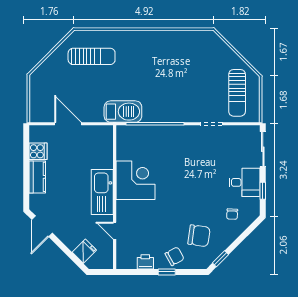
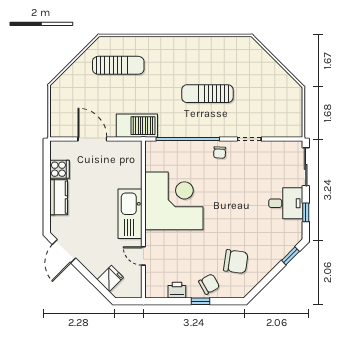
sun lounger: (237, 93) -> (207, 94), moved, turned 90
barbecue: (123, 112) -> (137, 126), moved
corner desk: (136, 180) -> (174, 201), width x1.36, depth x1.36
chair: (232, 214) -> (220, 152), moved
window: (221, 259) -> (290, 256), moved

